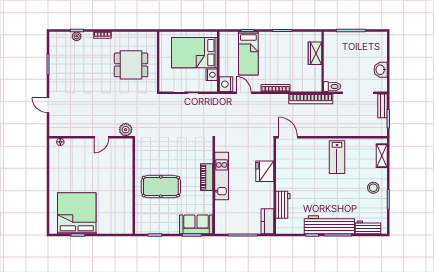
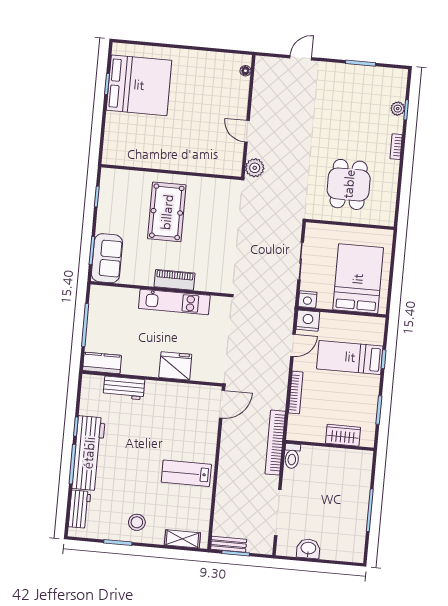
wardrobe: (315, 53) -> (343, 435), moved
wall: (323, 62) -> (330, 445), moved
nightstand: (212, 75) -> (308, 299), moved
toilet: (332, 86) -> (292, 456), moved
bench: (383, 106) -> (229, 544), moved

